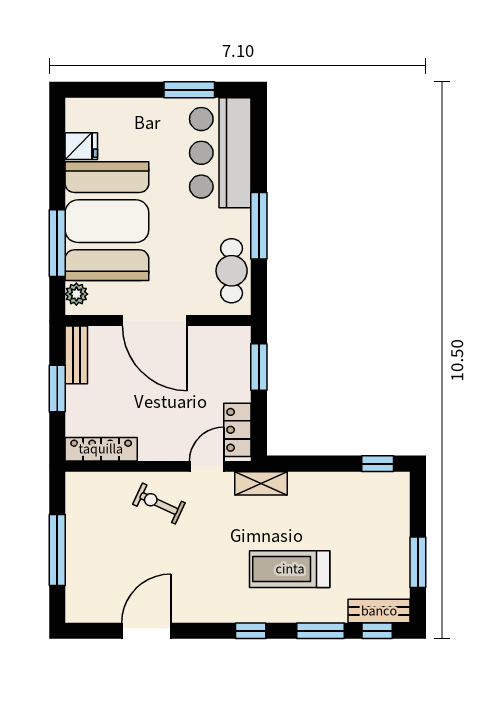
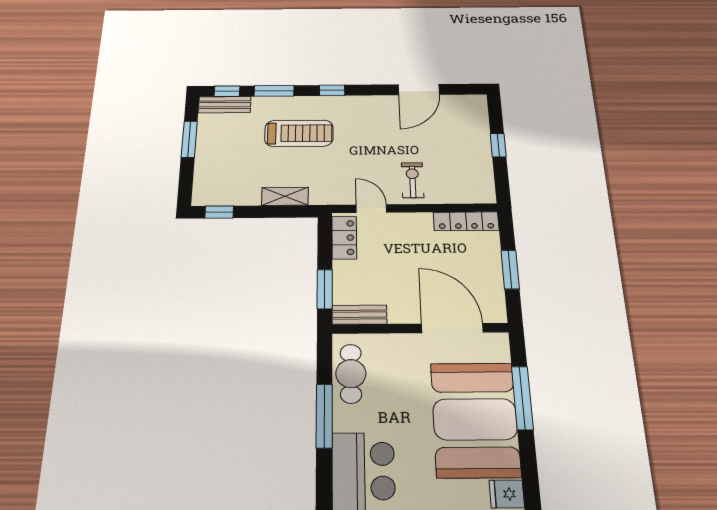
plant: (76, 294) -> (499, 351), removed
door: (155, 320) -> (452, 328), moved
bench: (76, 355) -> (359, 315), moved, turned 90
door: (207, 466) -> (371, 209), swing flipped
shelving: (261, 483) -> (285, 196), moved
exercise bike: (159, 503) -> (413, 180), turned -115
window: (57, 550) -> (498, 145), width x0.46

